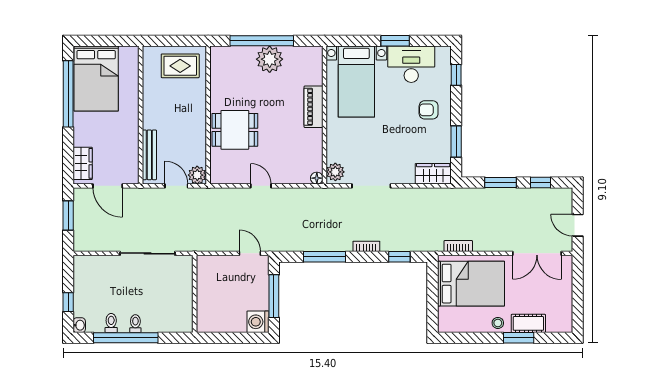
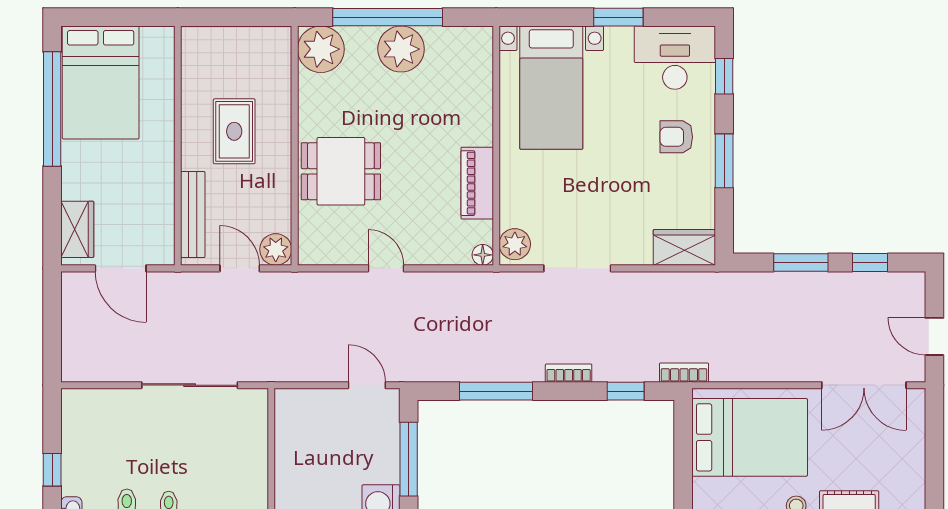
plant: (223, 59) -> (321, 49), added
desk: (411, 64) -> (675, 58), moved
rug: (180, 66) -> (234, 131), moved, turned 90
piano: (314, 107) -> (477, 183), moved
window: (456, 141) -> (724, 161), moved
window: (68, 215) -> (52, 319), removed
bookcase: (458, 246) -> (684, 373), moved

